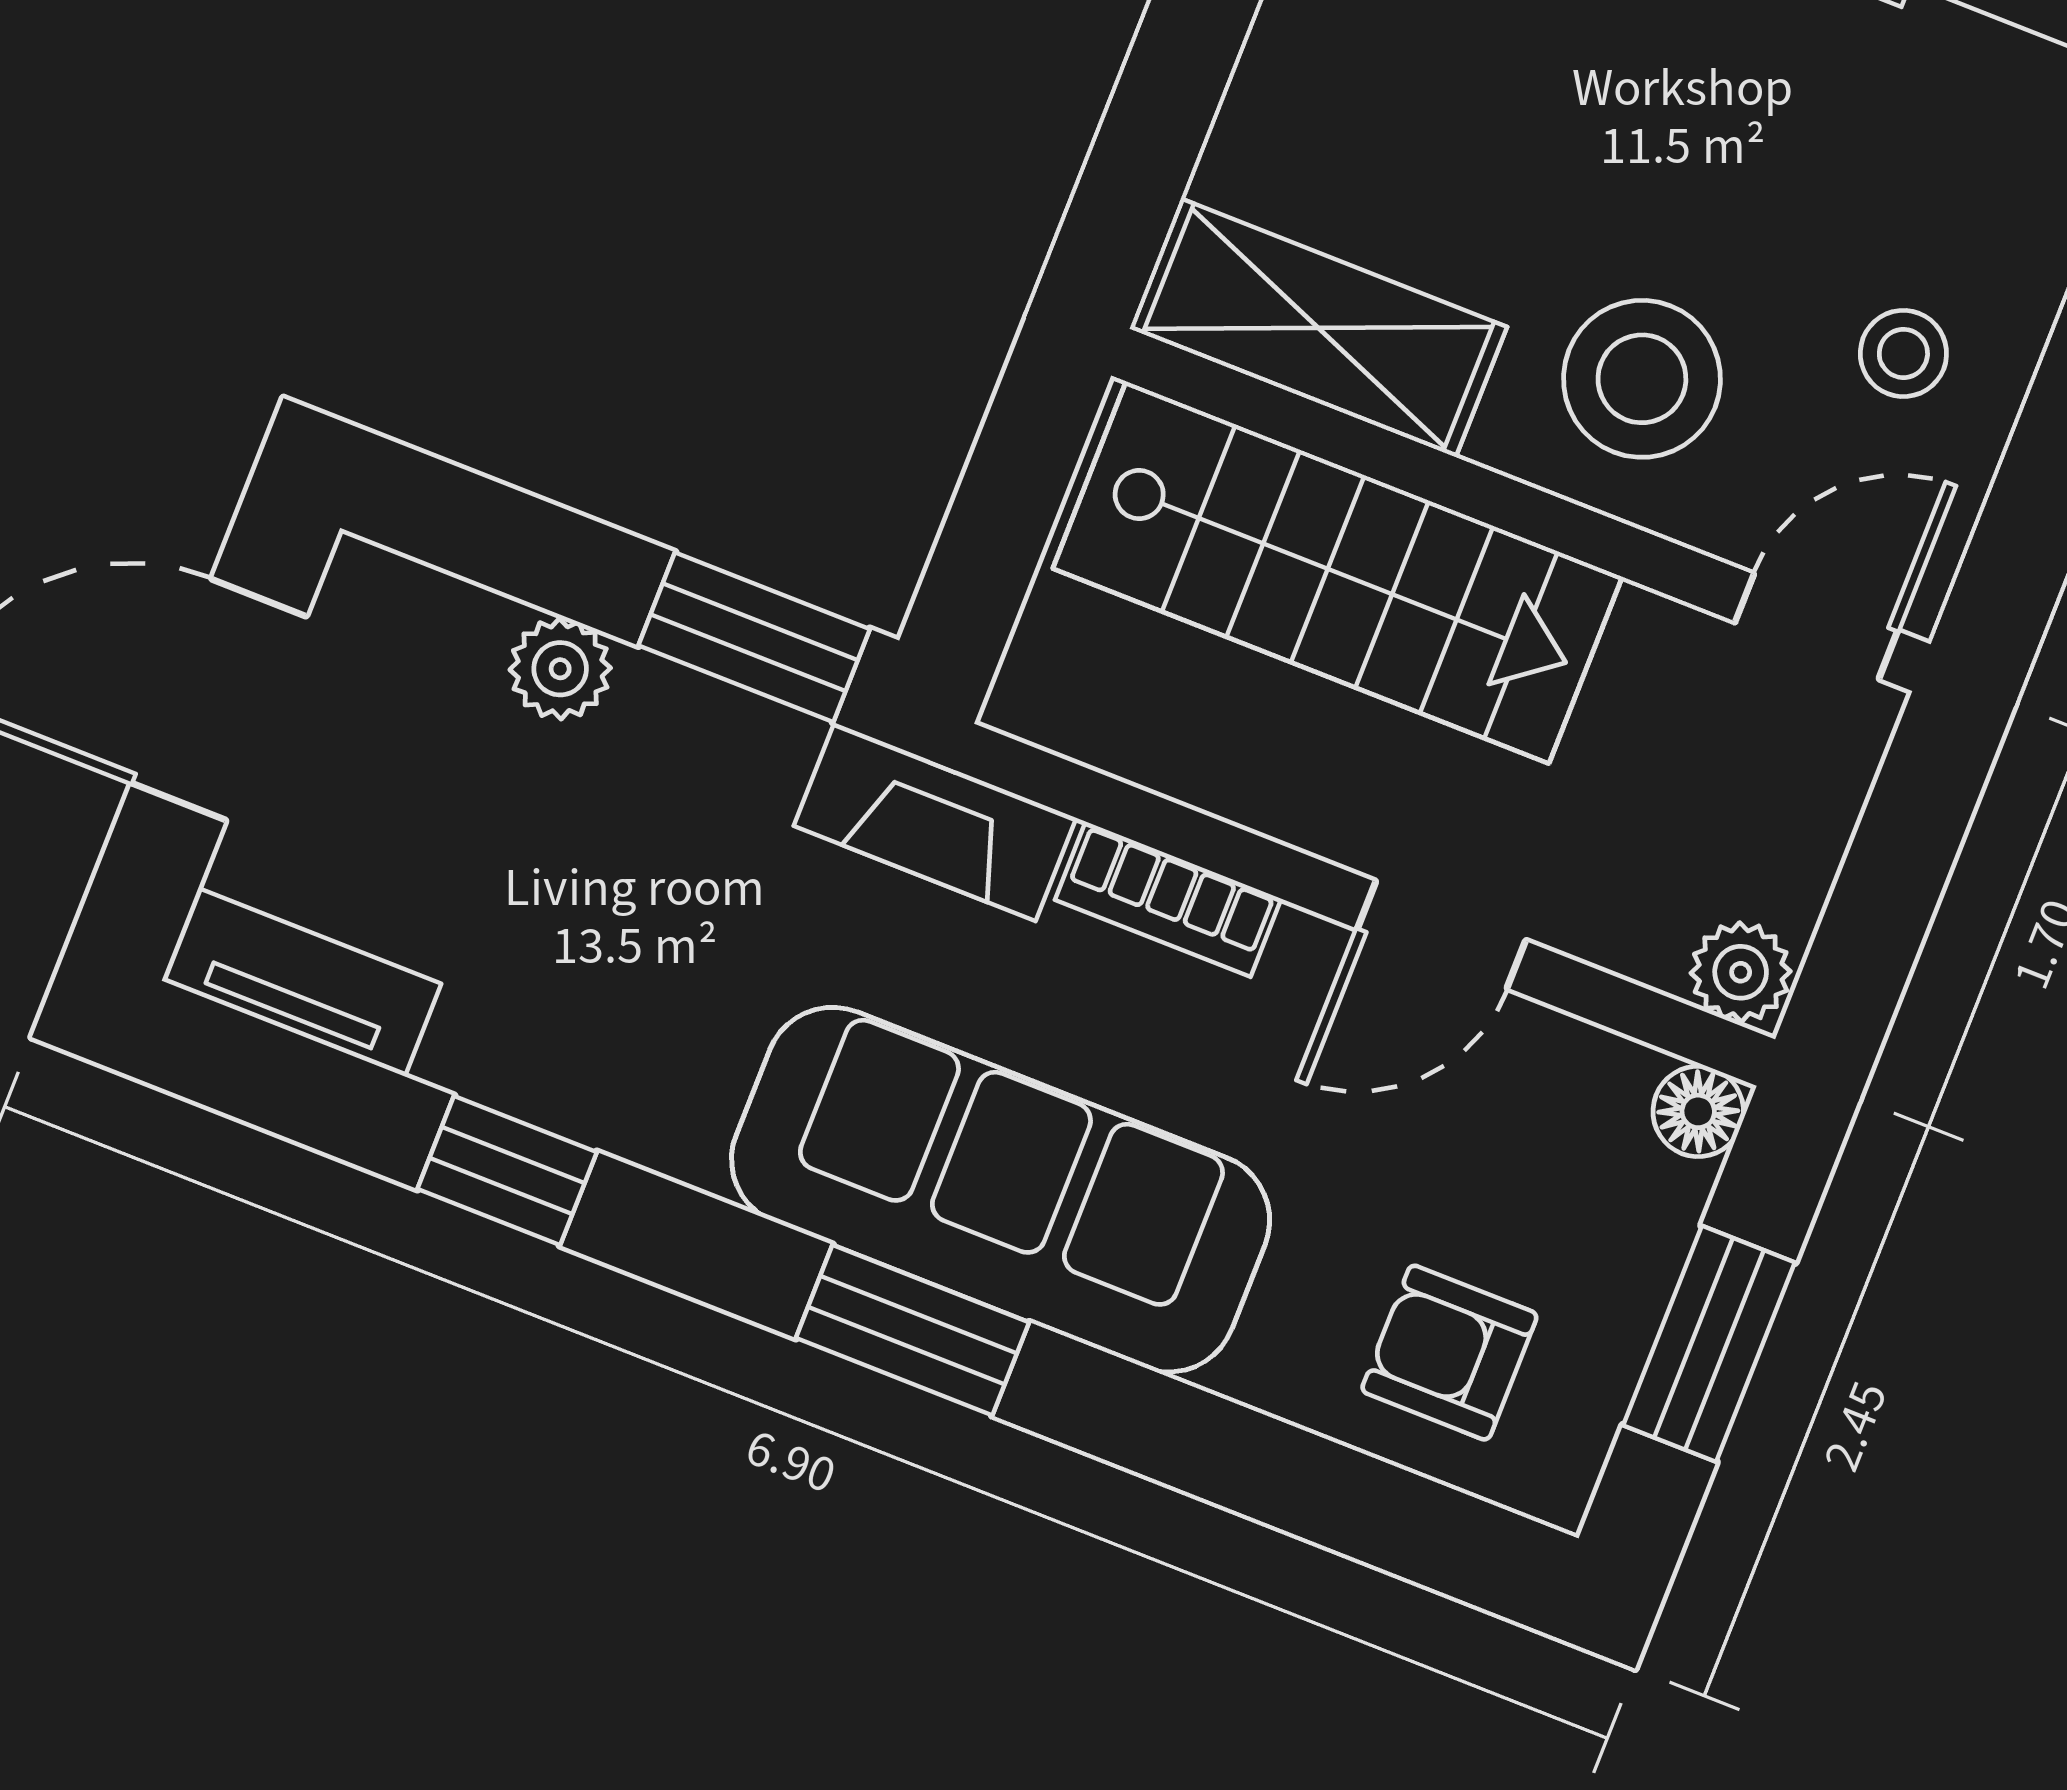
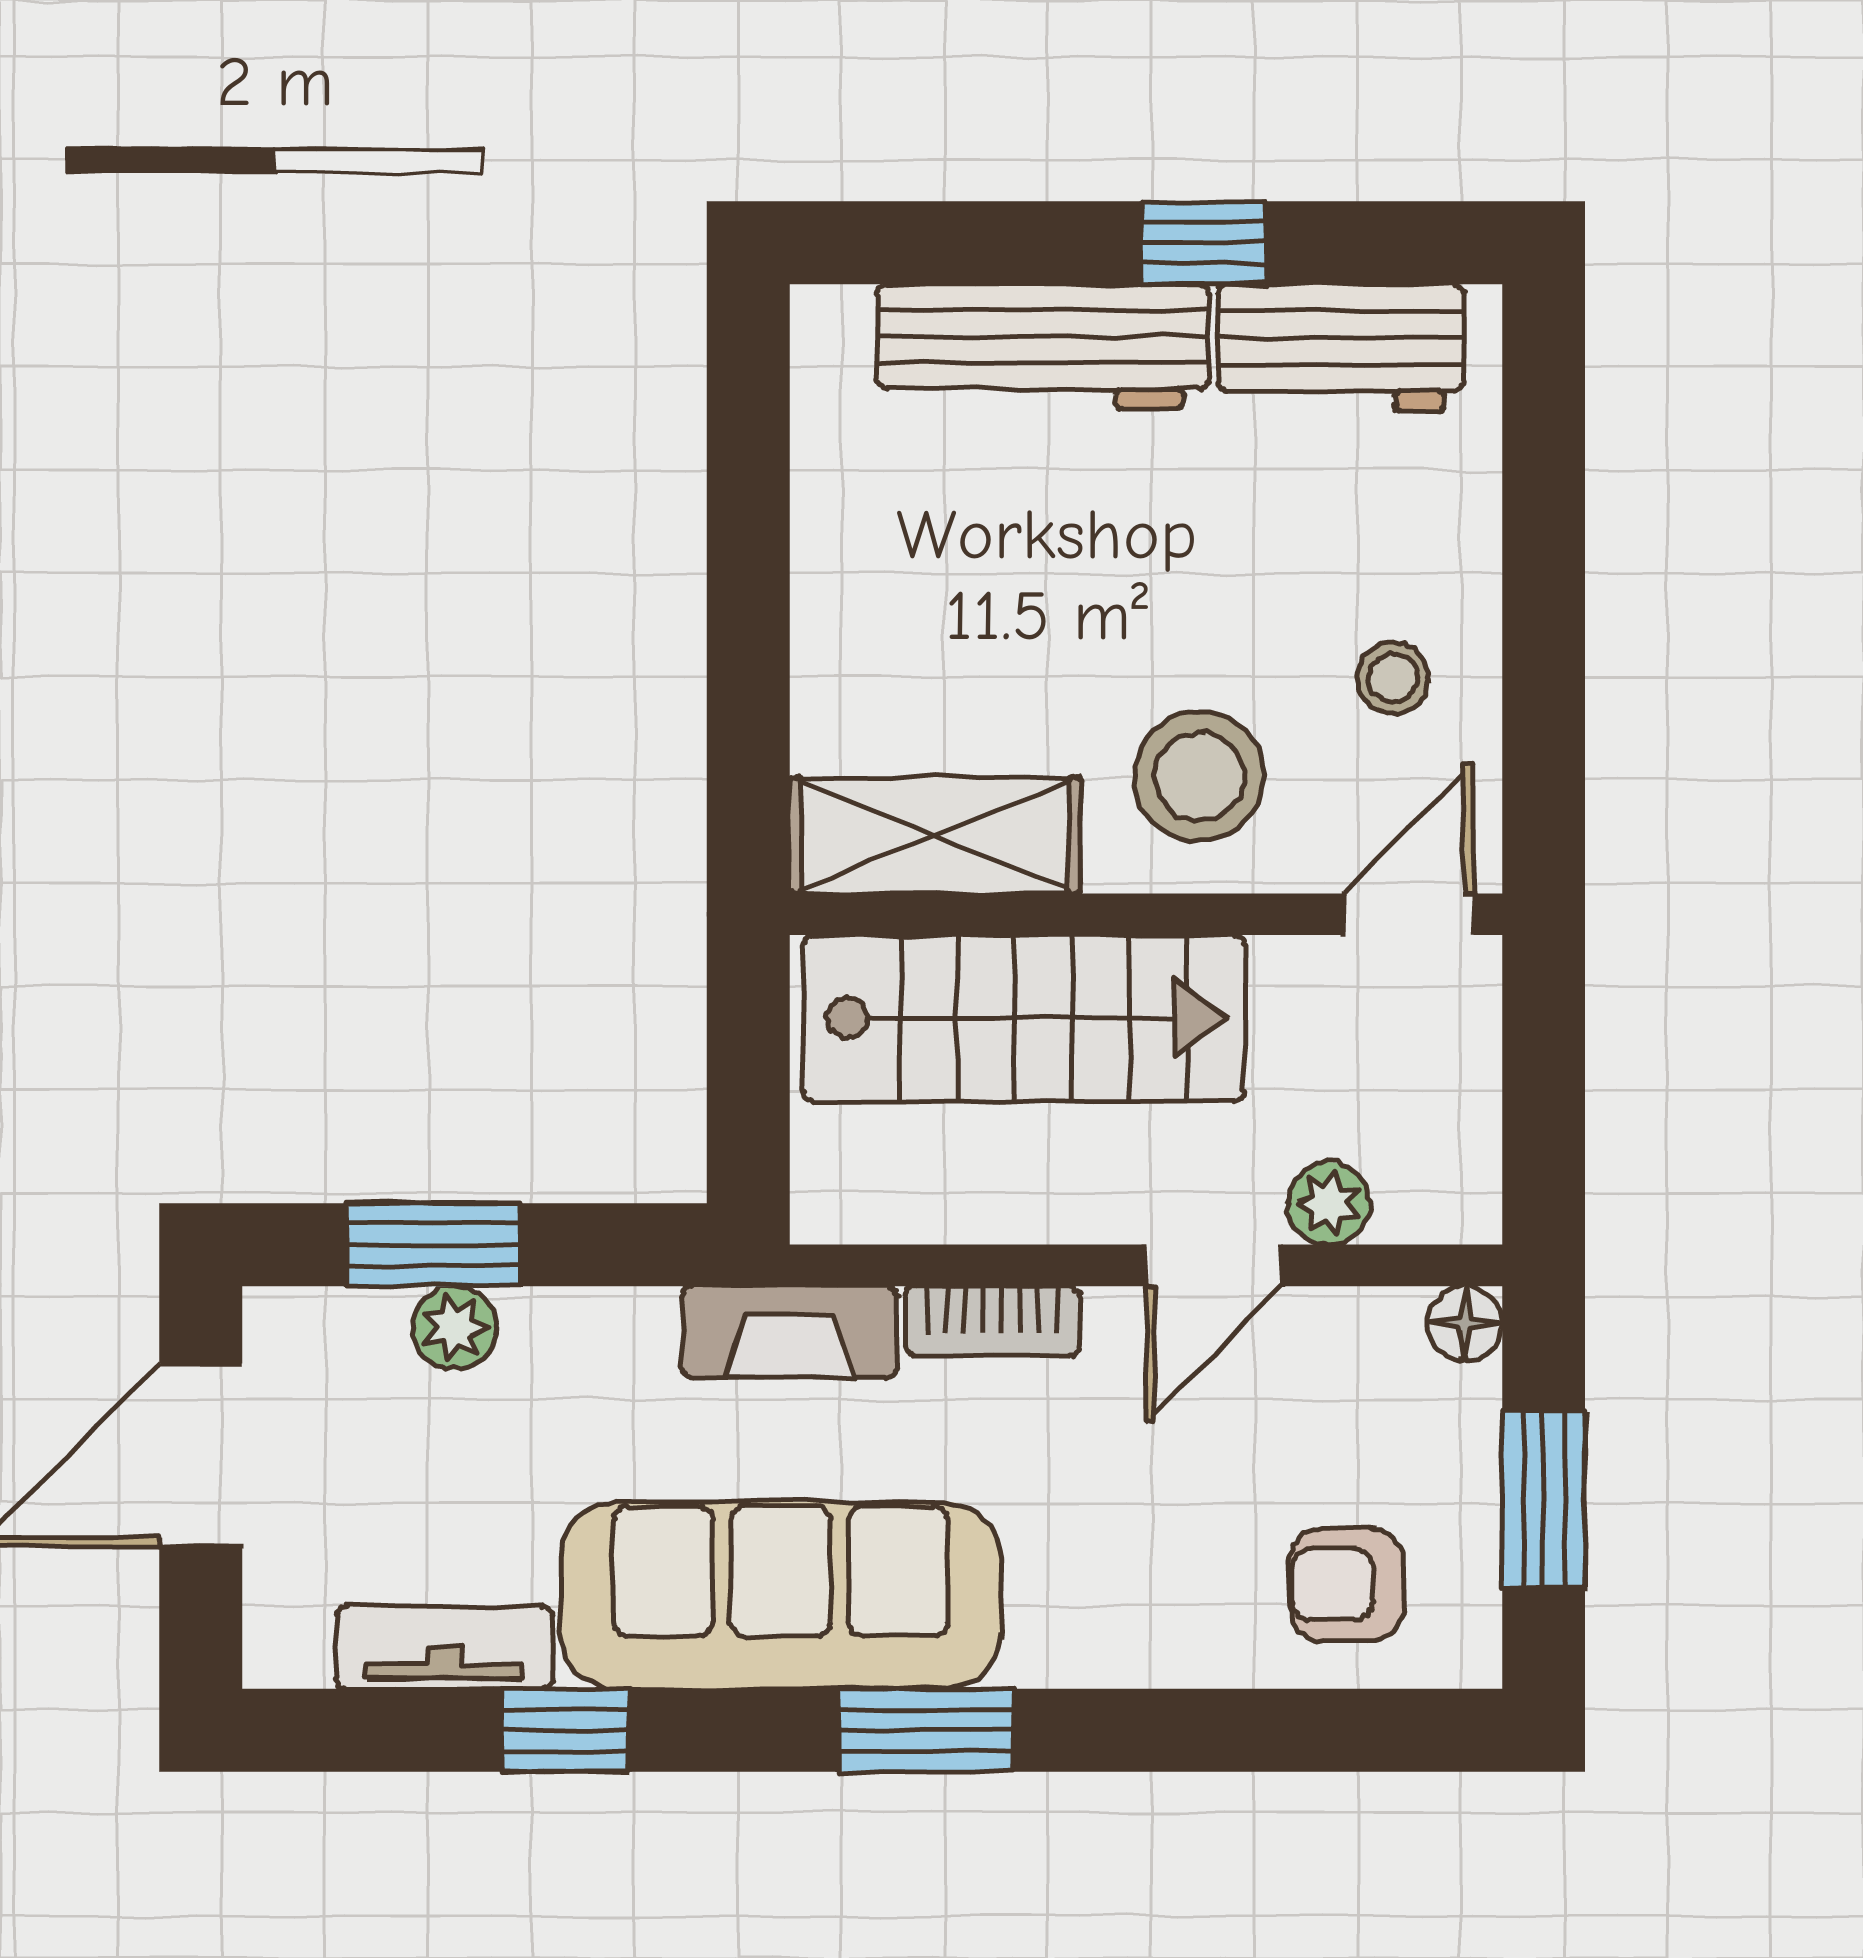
window: (754, 637) -> (433, 1245), moved
plant: (1741, 972) -> (1329, 1203), moved
tv unit: (301, 982) -> (444, 1648), moved
sofa: (1001, 1190) -> (781, 1595), moved

